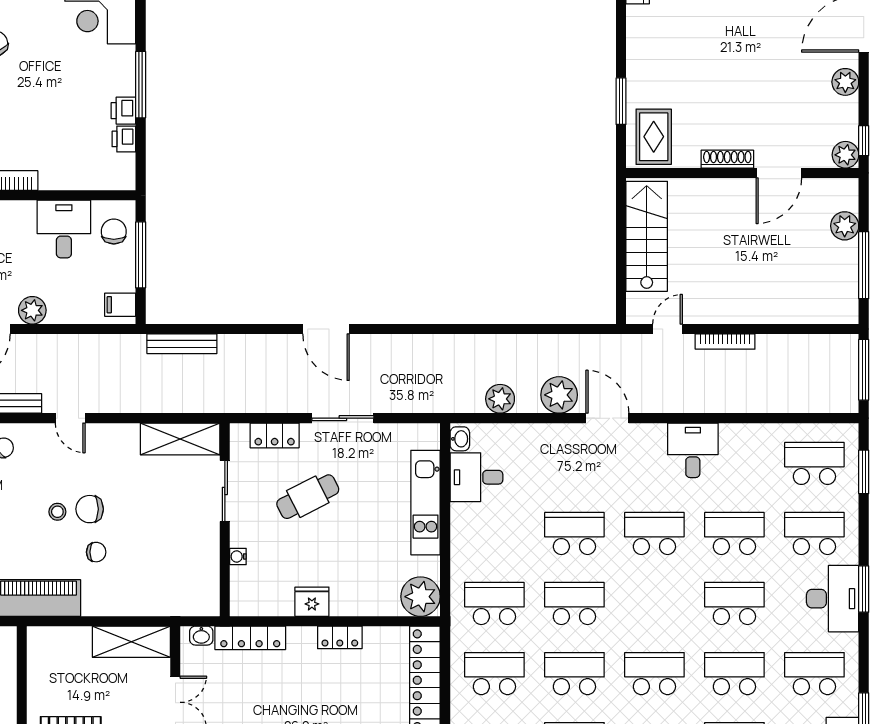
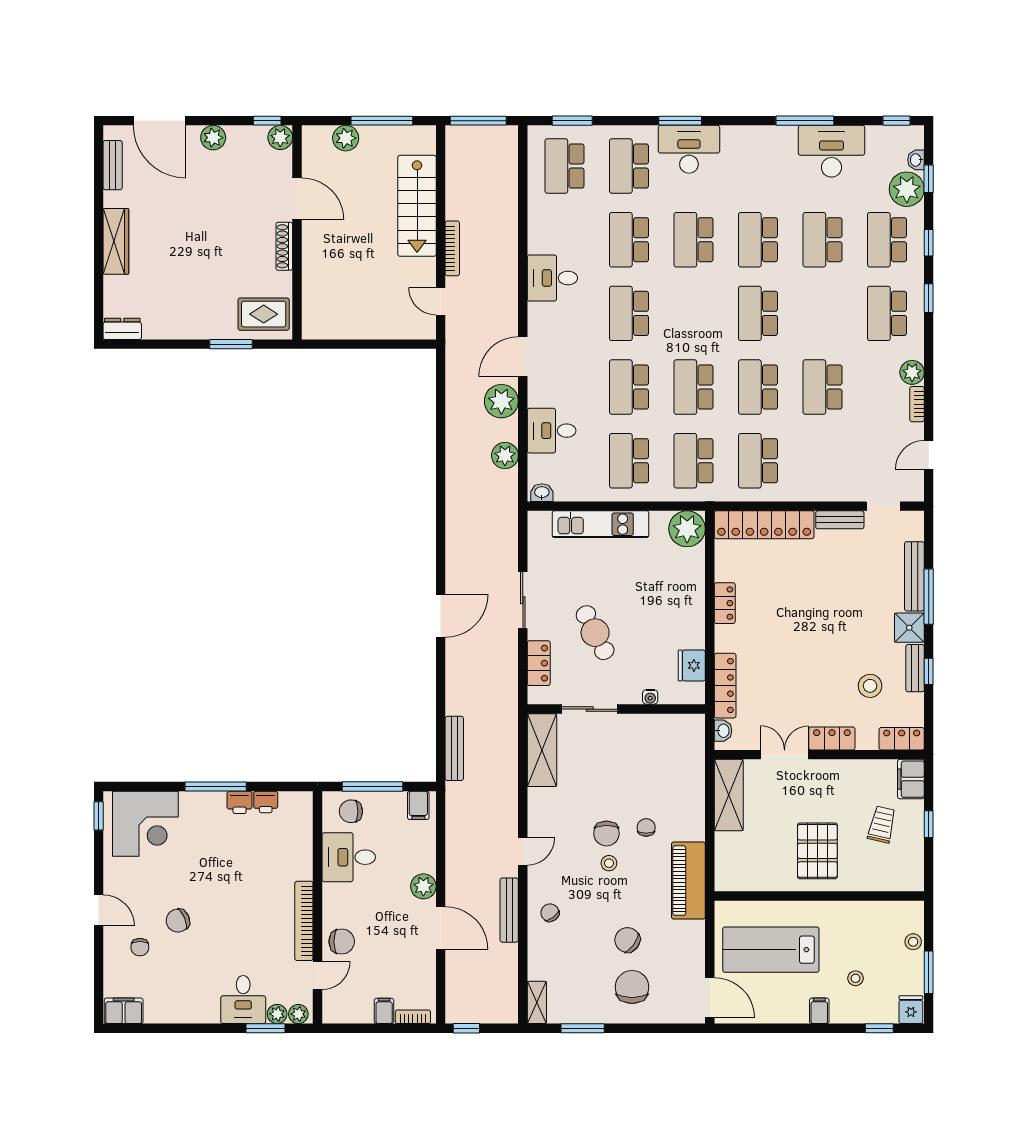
stairs: (647, 236) -> (417, 206), moved, turned -90
desk: (476, 477) -> (552, 431), moved, turned 90
fridge: (312, 602) -> (692, 665), moved
school desk: (814, 674) -> (629, 461), moved

